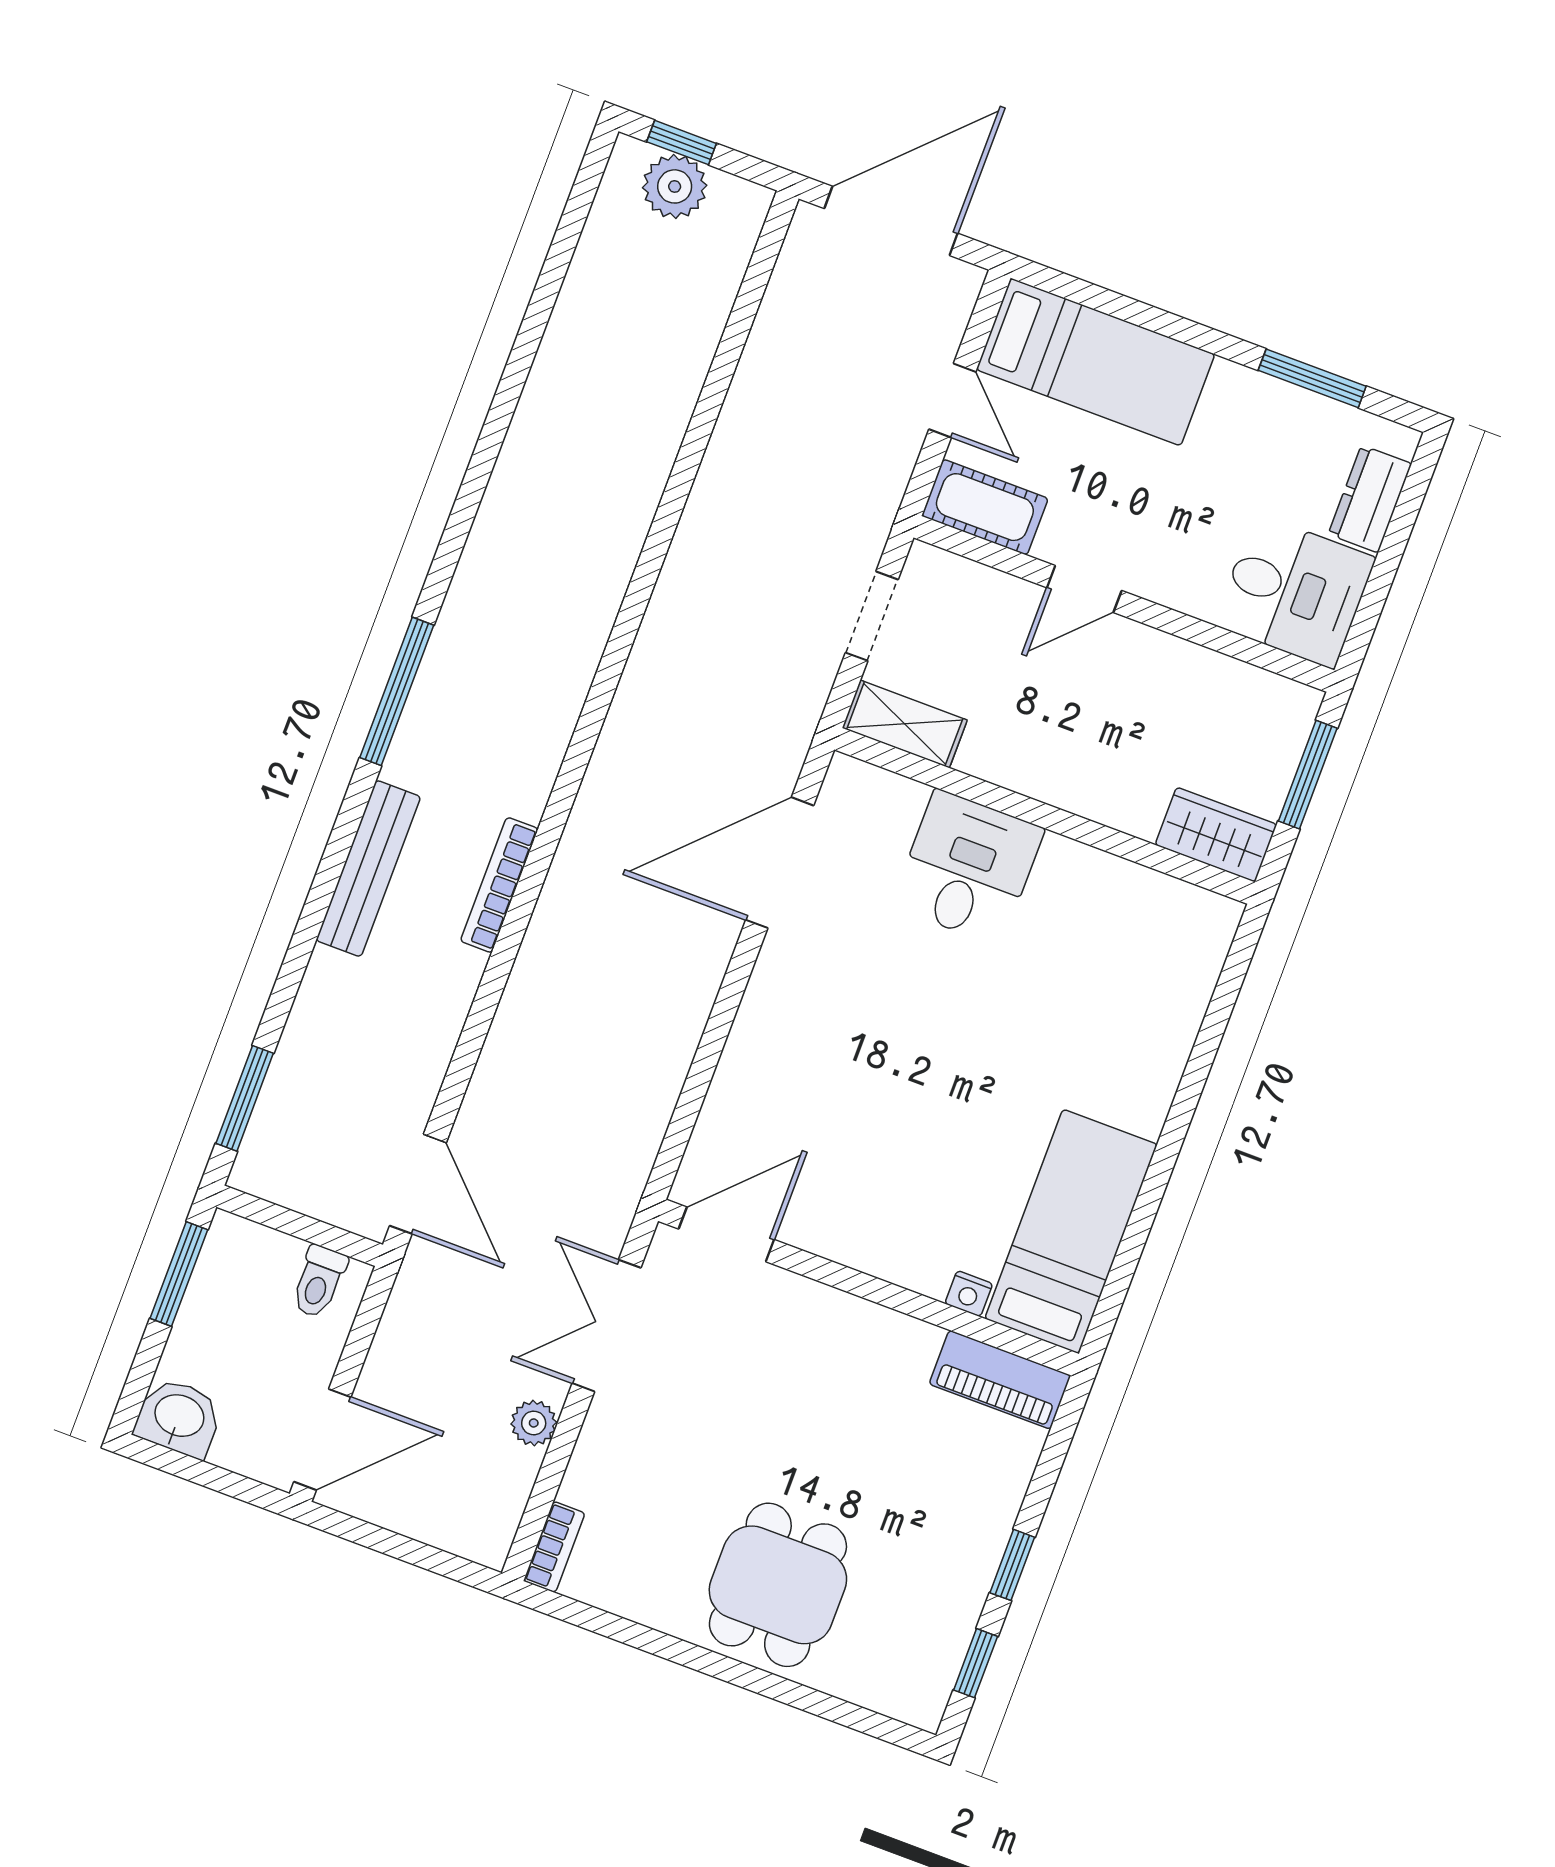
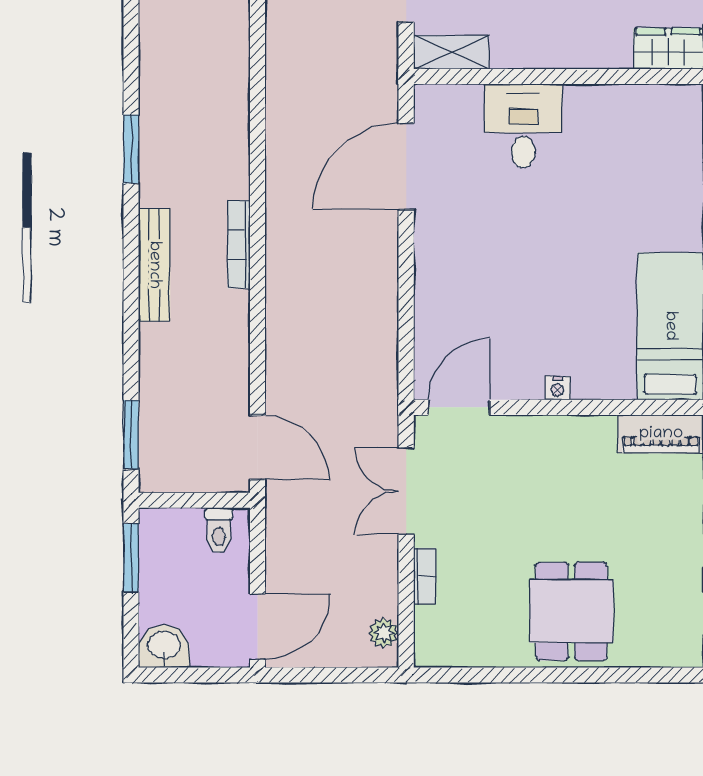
window: (397, 691) -> (131, 149), width x0.69
nightstand: (969, 1294) -> (558, 388), moved
plant: (534, 1423) -> (384, 633), moved
bookcase: (554, 1547) -> (425, 576), moved

